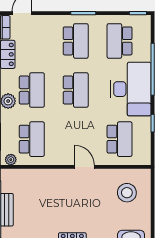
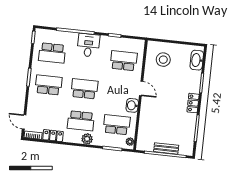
desk: (131, 89) -> (88, 45), width x0.53, depth x0.77
school desk: (32, 90) -> (81, 121), turned 180
washbasin: (60, 157) -> (132, 105), added
door: (84, 167) -> (141, 88), swing flipped

